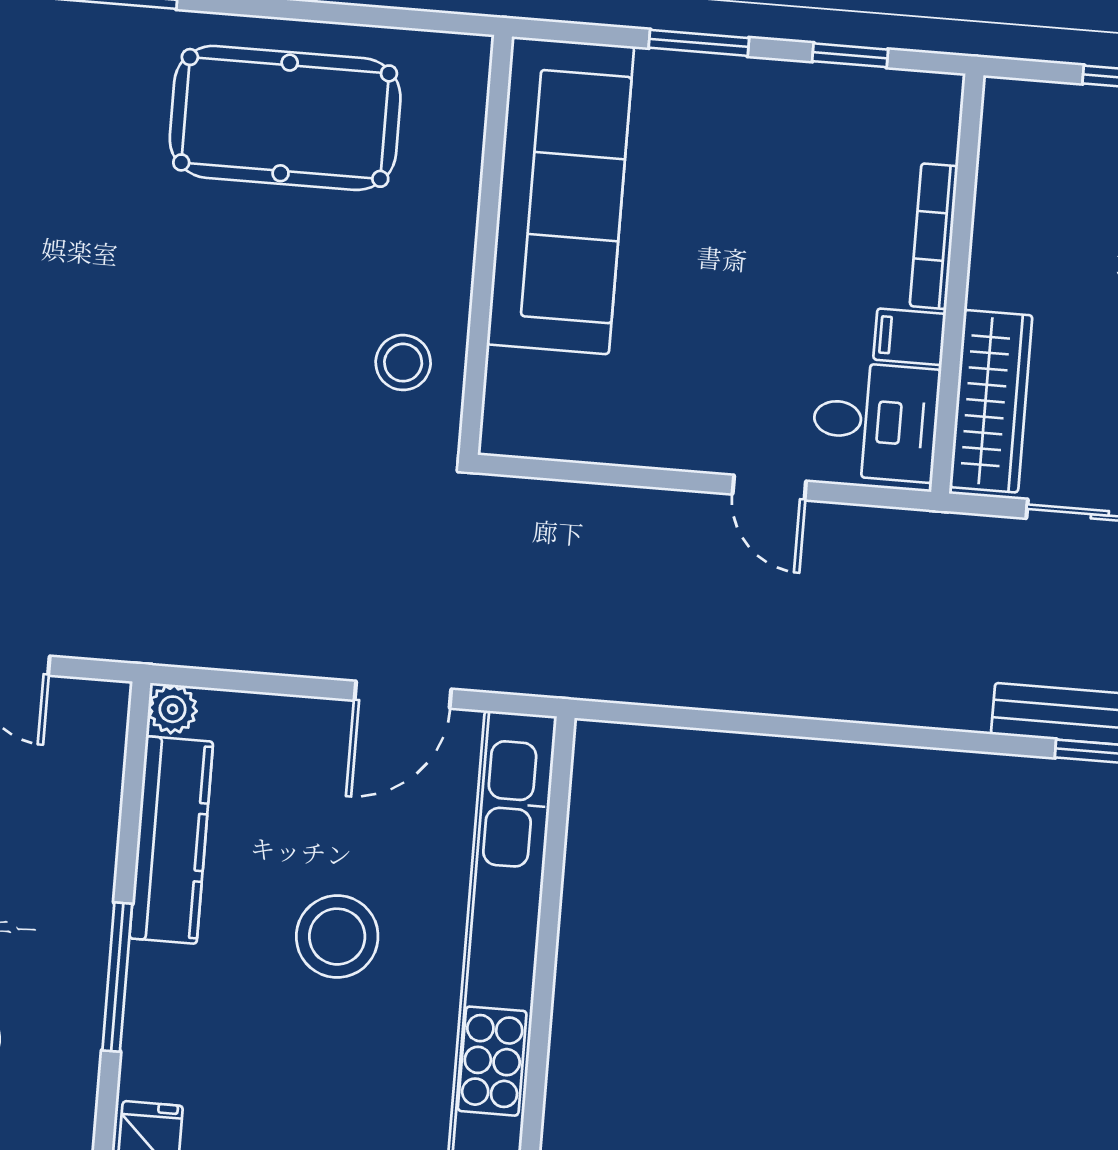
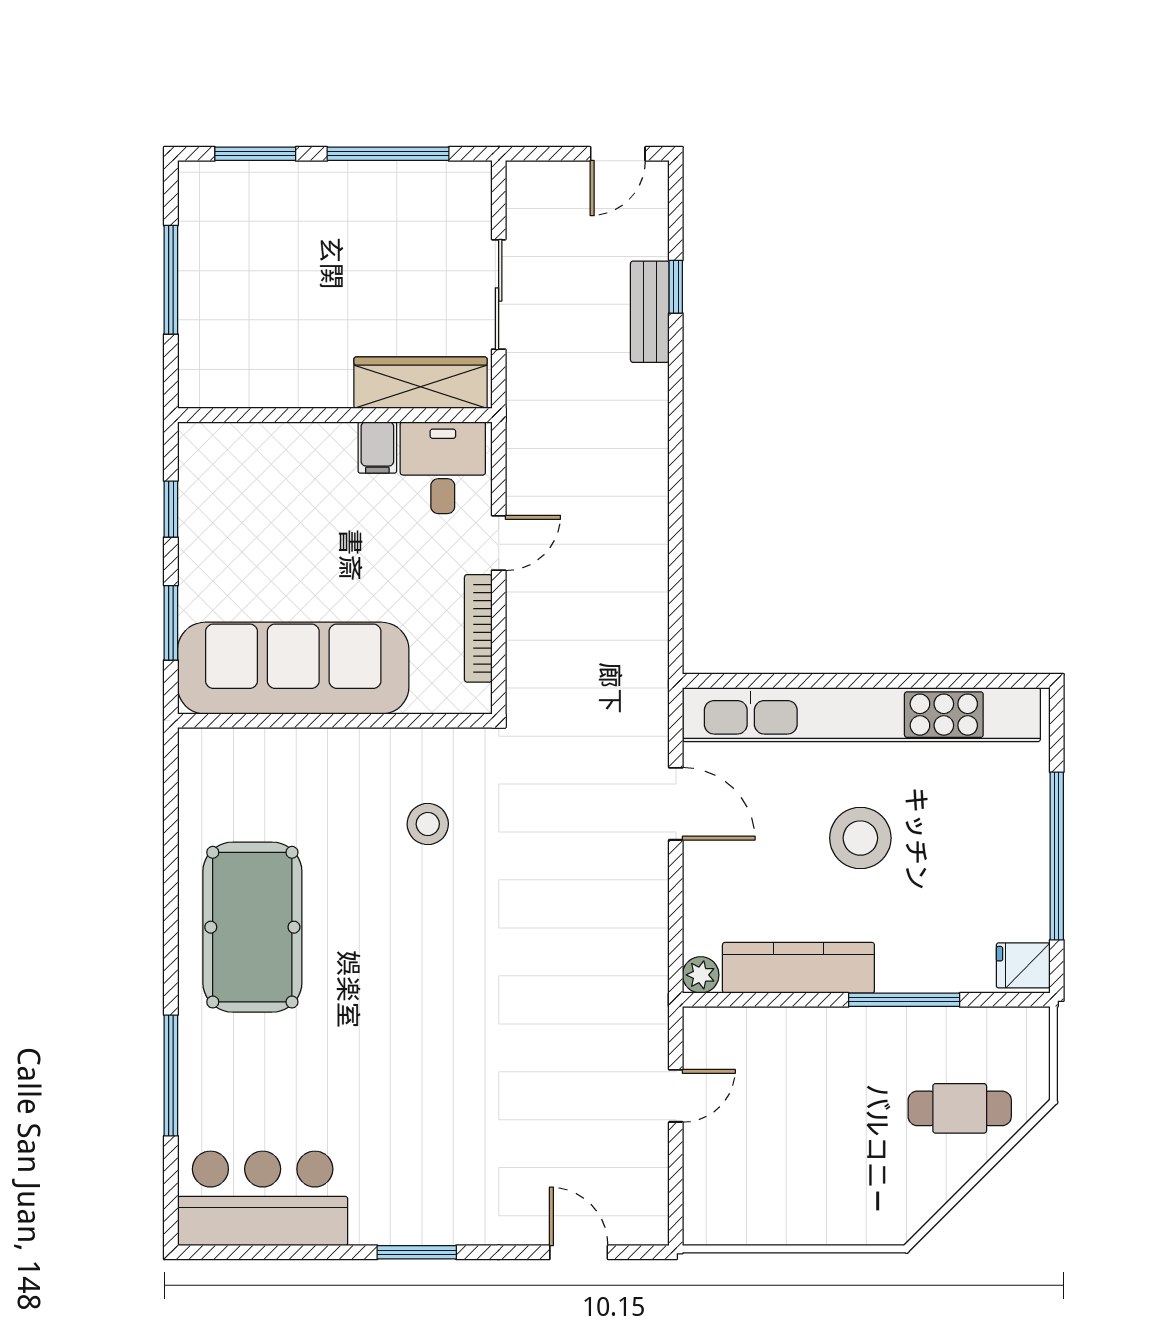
sofa: (560, 195) -> (293, 668), moved
bookcase: (934, 236) -> (478, 628), moved, turned 90
wall: (486, 245) -> (335, 721), moved

